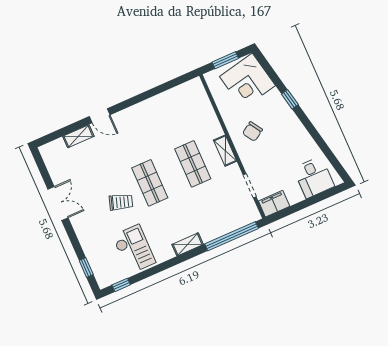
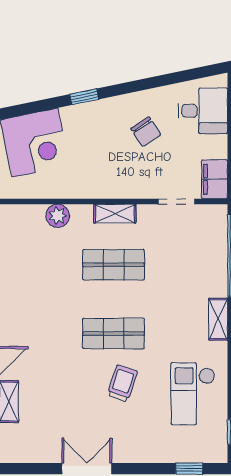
plant: (208, 115) -> (58, 216), added
chair: (252, 131) -> (146, 132), moved
checkout: (134, 249) -> (193, 394), turned -90

